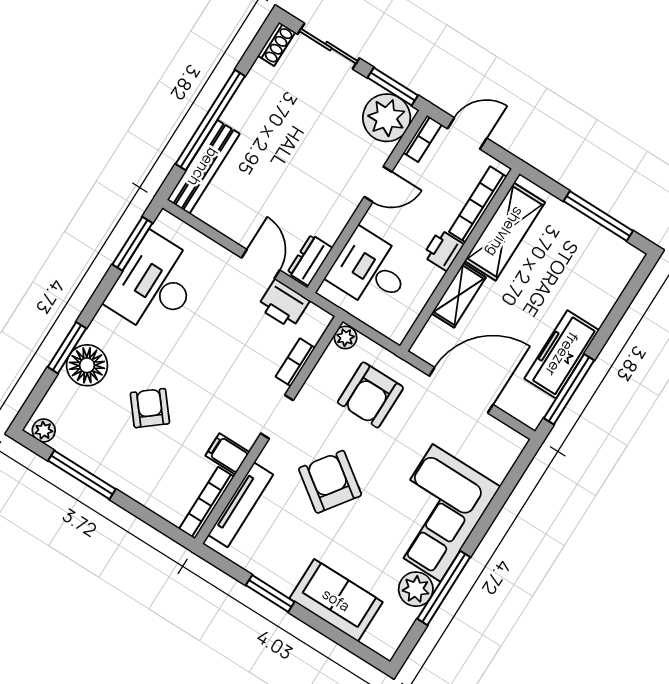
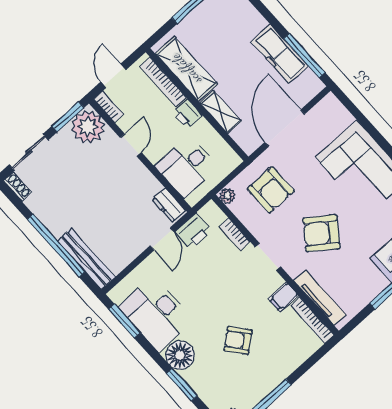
door: (261, 264) -> (162, 239), swing flipped
floor lamp: (87, 365) -> (180, 355), moved

